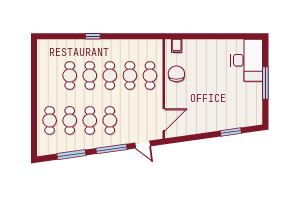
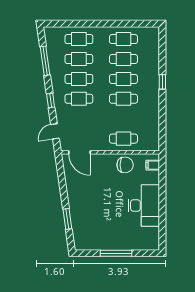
desk: (247, 60) -> (144, 206), moved, turned -90
cafe table: (130, 75) -> (123, 39), moved
window: (112, 149) -> (51, 100), width x0.46

